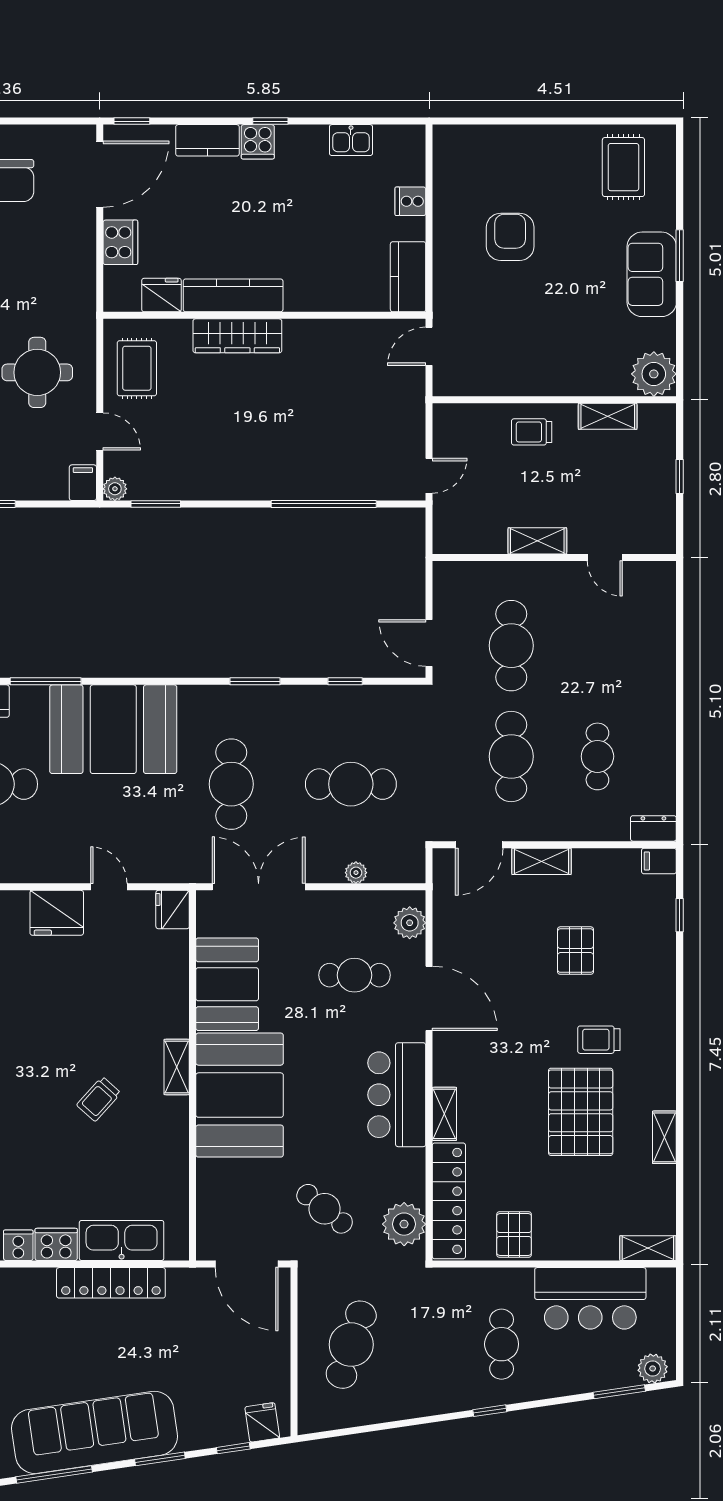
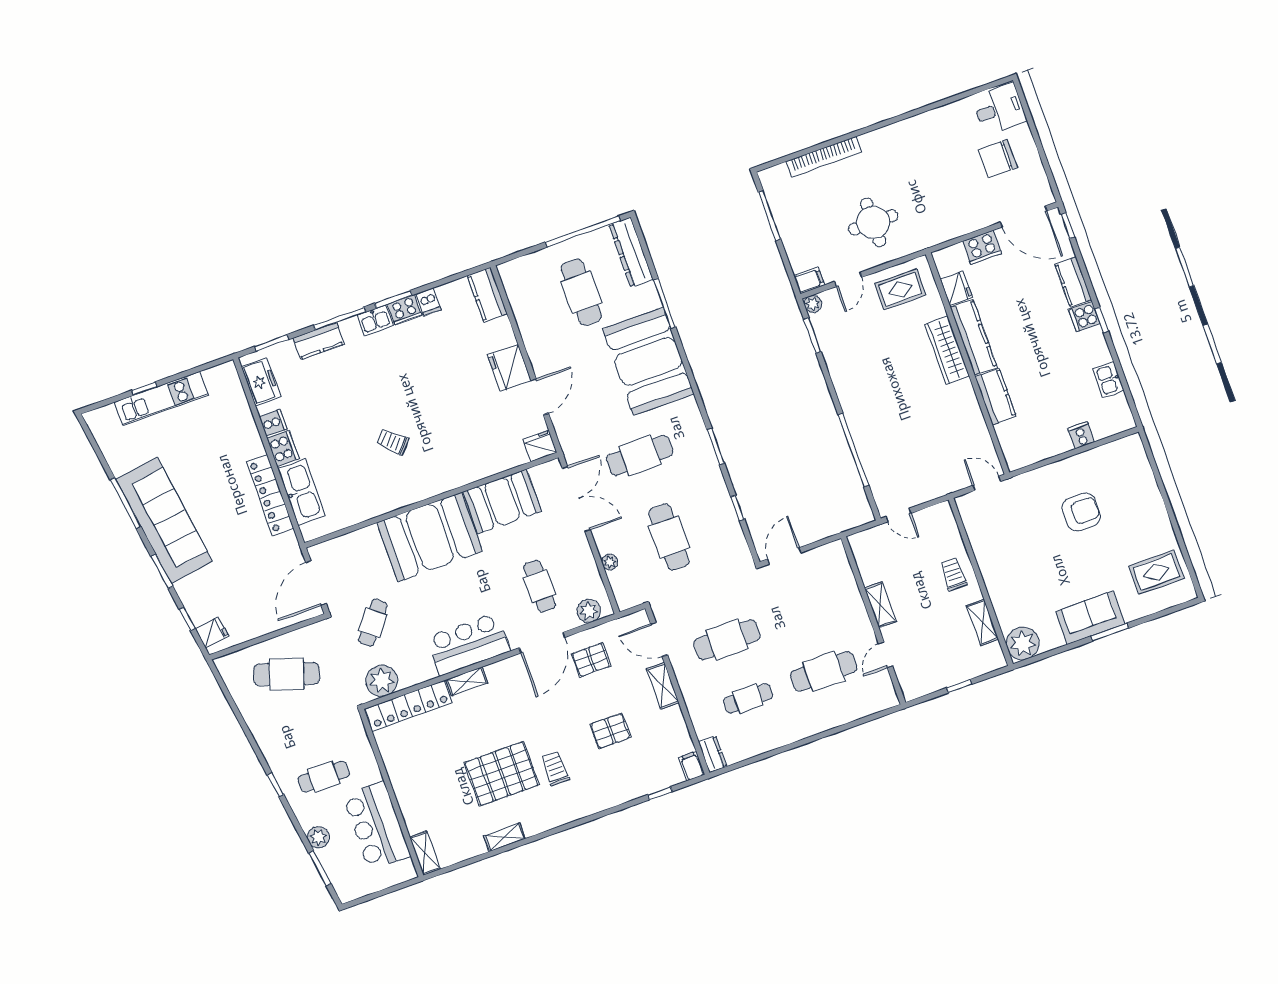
kitchen counter: (408, 277) -> (996, 396), moved, turned 90
cafe table: (511, 646) -> (824, 671), moved
door: (109, 887) -> (540, 397), width x1.38
shelving: (177, 1067) -> (433, 487), removed
pallet: (514, 1234) -> (591, 660), moved
plant: (653, 1368) -> (318, 837), moved

